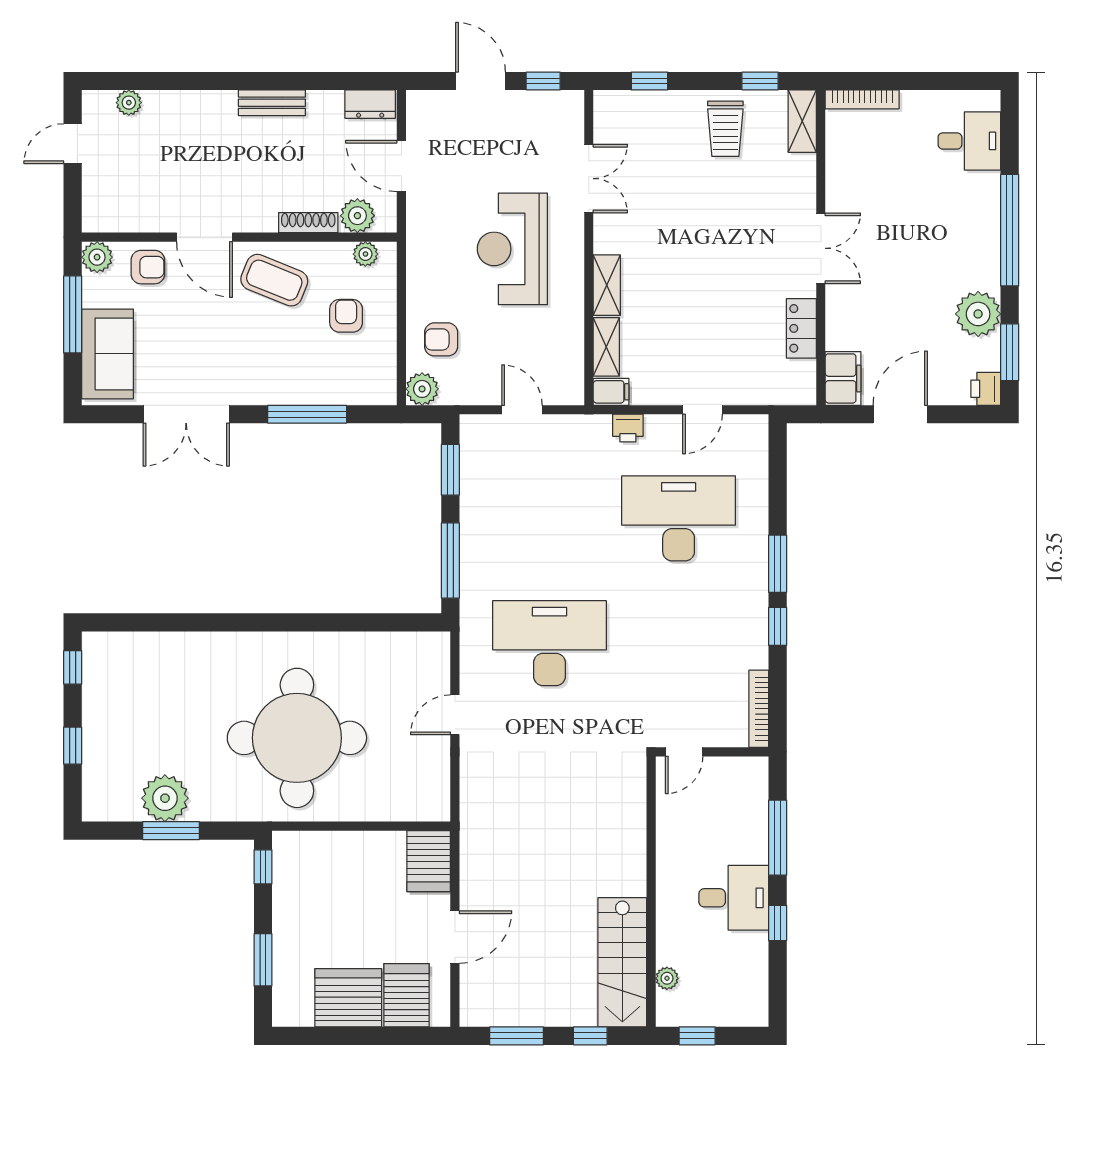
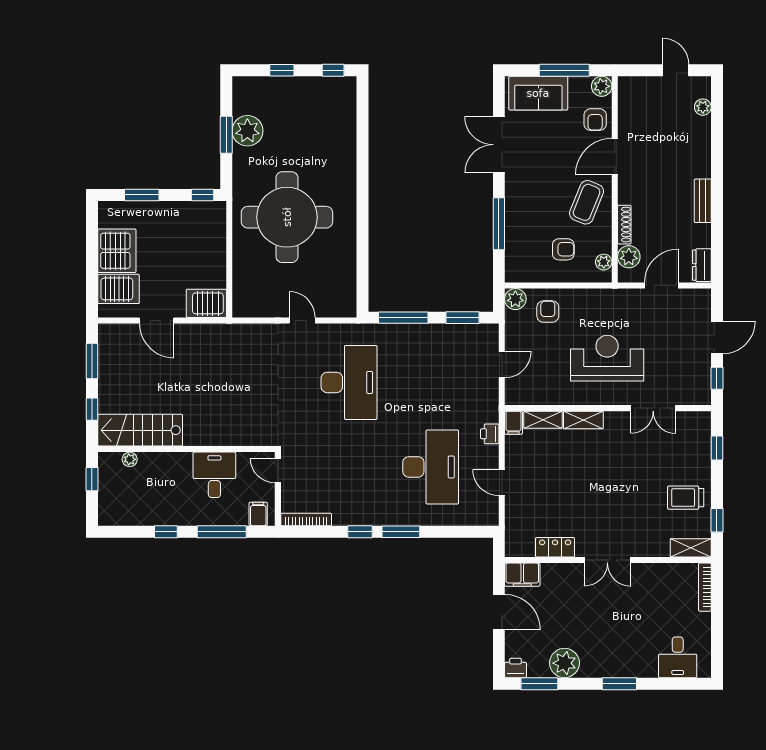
window: (1010, 230) -> (619, 684), width x0.47
filing cabinet: (750, 782) -> (258, 514), added
desk: (734, 898) -> (214, 475), moved, turned 180

